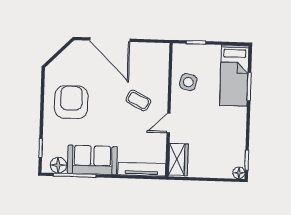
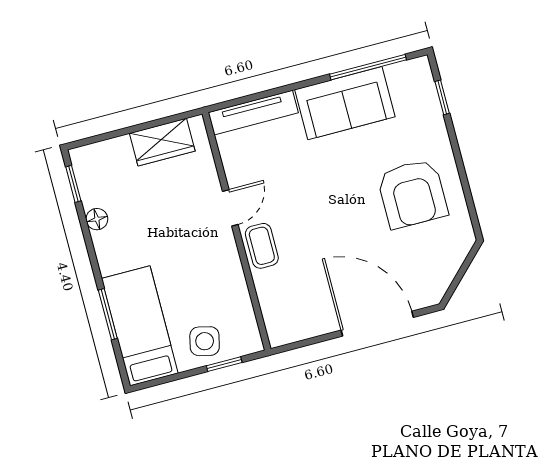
side table: (188, 82) -> (205, 341), moved
coffee table: (138, 100) -> (262, 246), moved, turned 63
wardrobe: (178, 160) -> (162, 142), moved, turned -90
floor lamp: (58, 165) -> (402, 76), removed
floor lamp: (239, 173) -> (97, 219), moved

